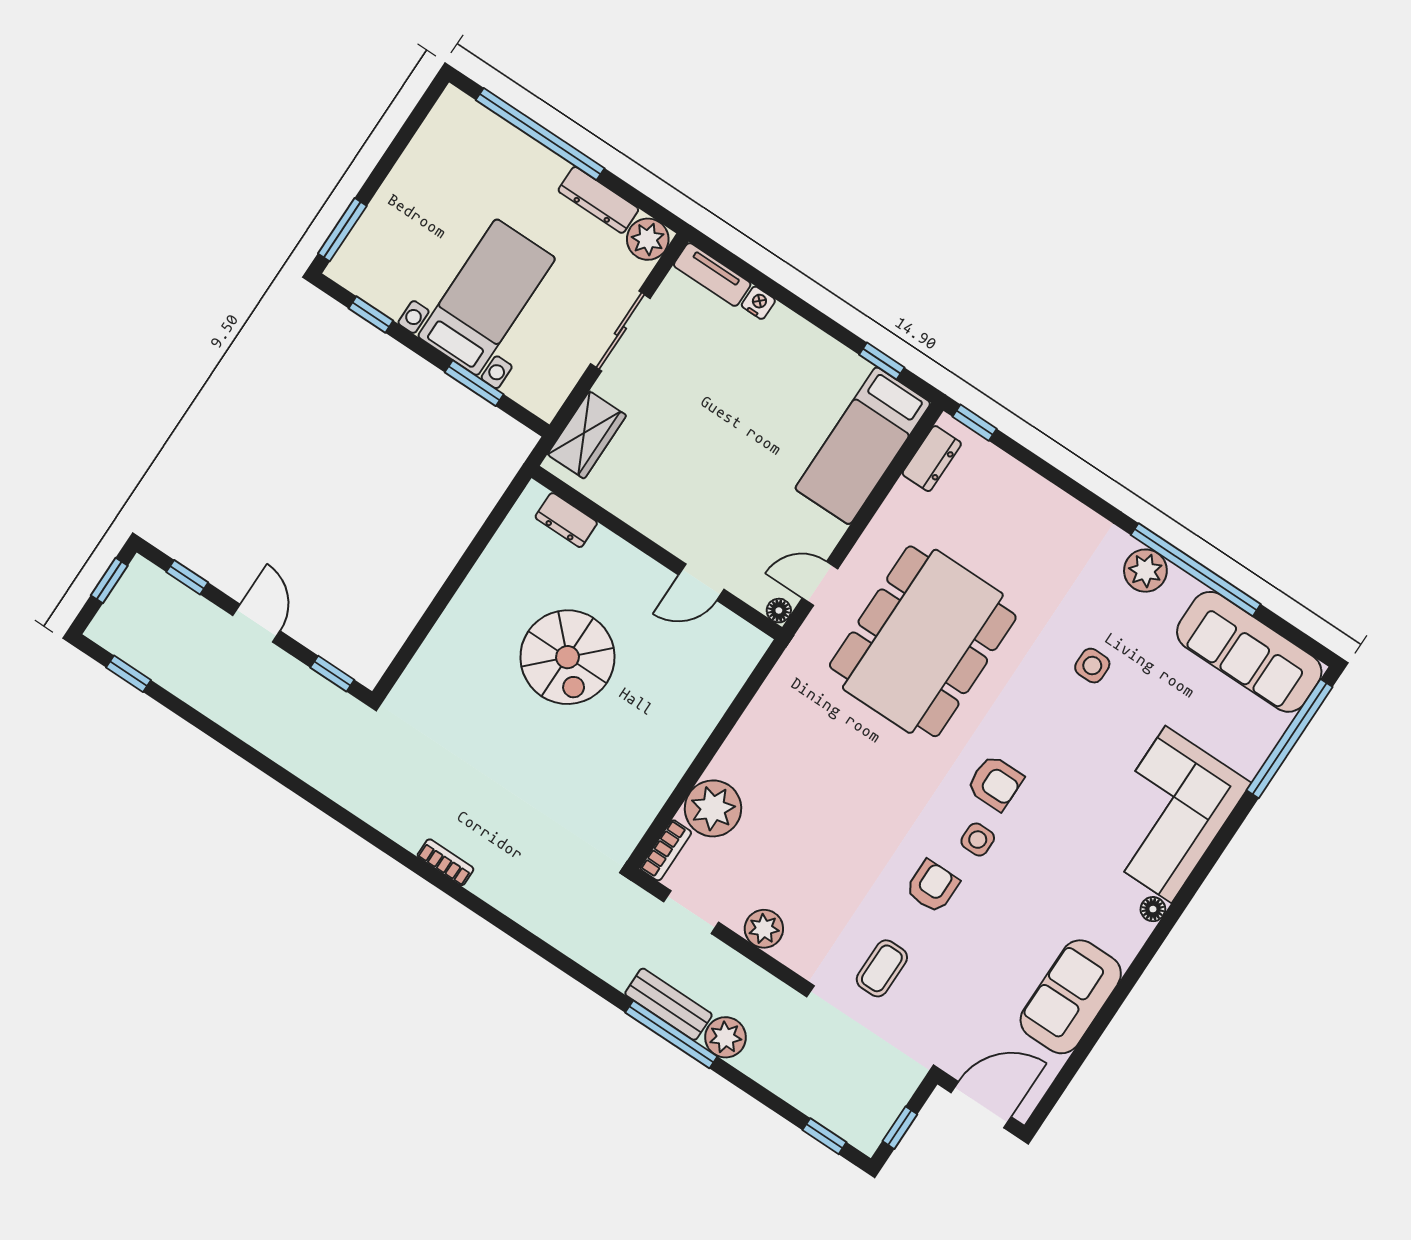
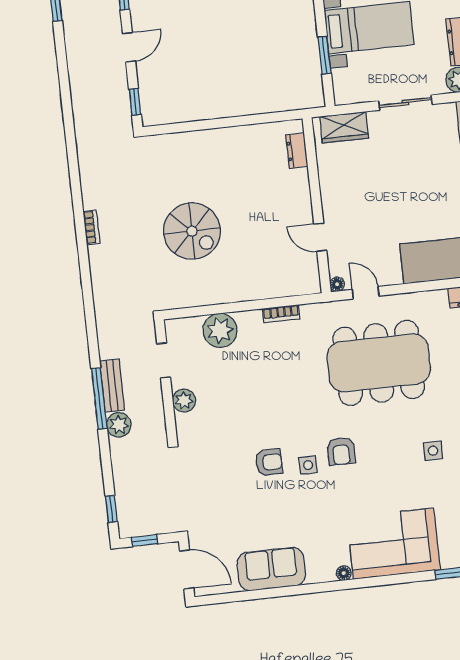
spiral stairs: (567, 657) -> (192, 231), moved, turned -90
bookcase: (666, 850) -> (281, 314), moved
coffee table: (882, 968) -> (211, 471), removed

